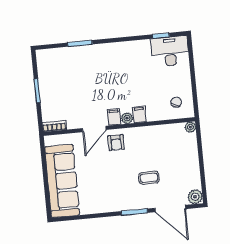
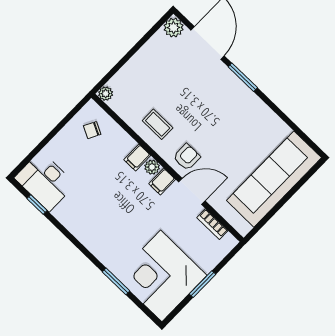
corner desk: (61, 71) -> (161, 276), added
bookcase: (54, 126) -> (212, 224), moved
coffee table: (149, 178) -> (158, 124), moved

